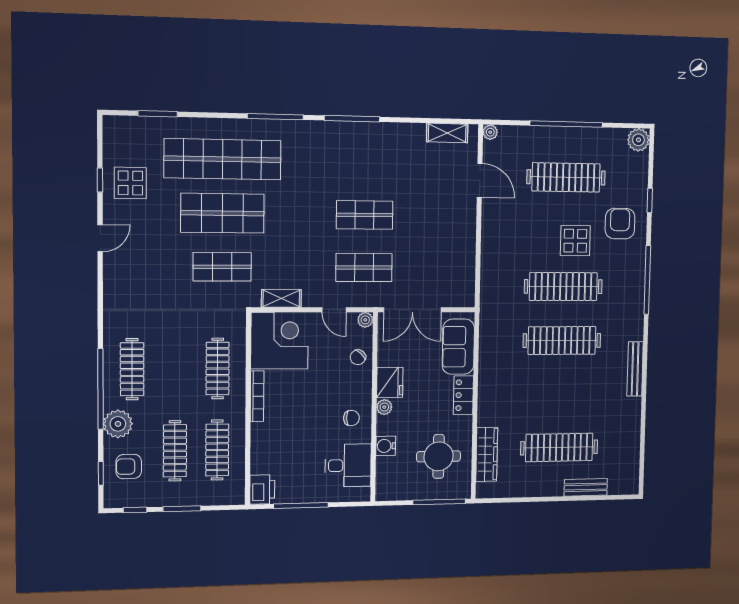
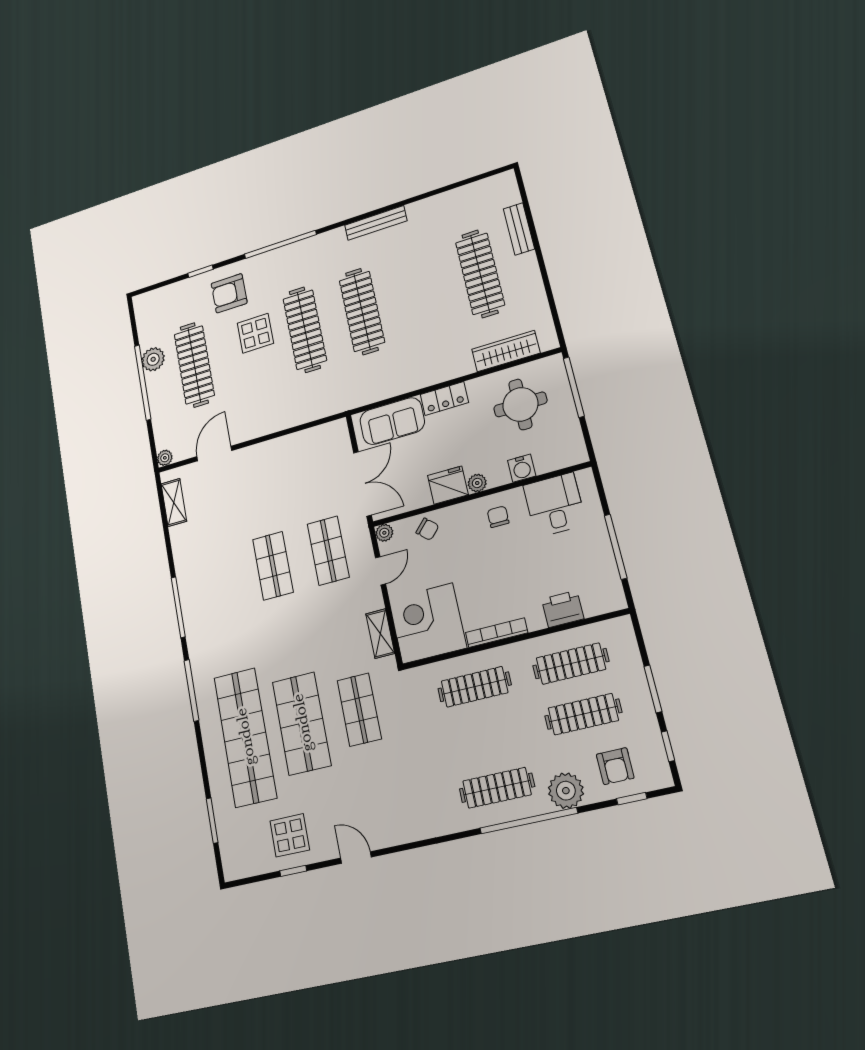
plant: (638, 140) -> (153, 359), moved
printer: (262, 490) -> (563, 609), moved

